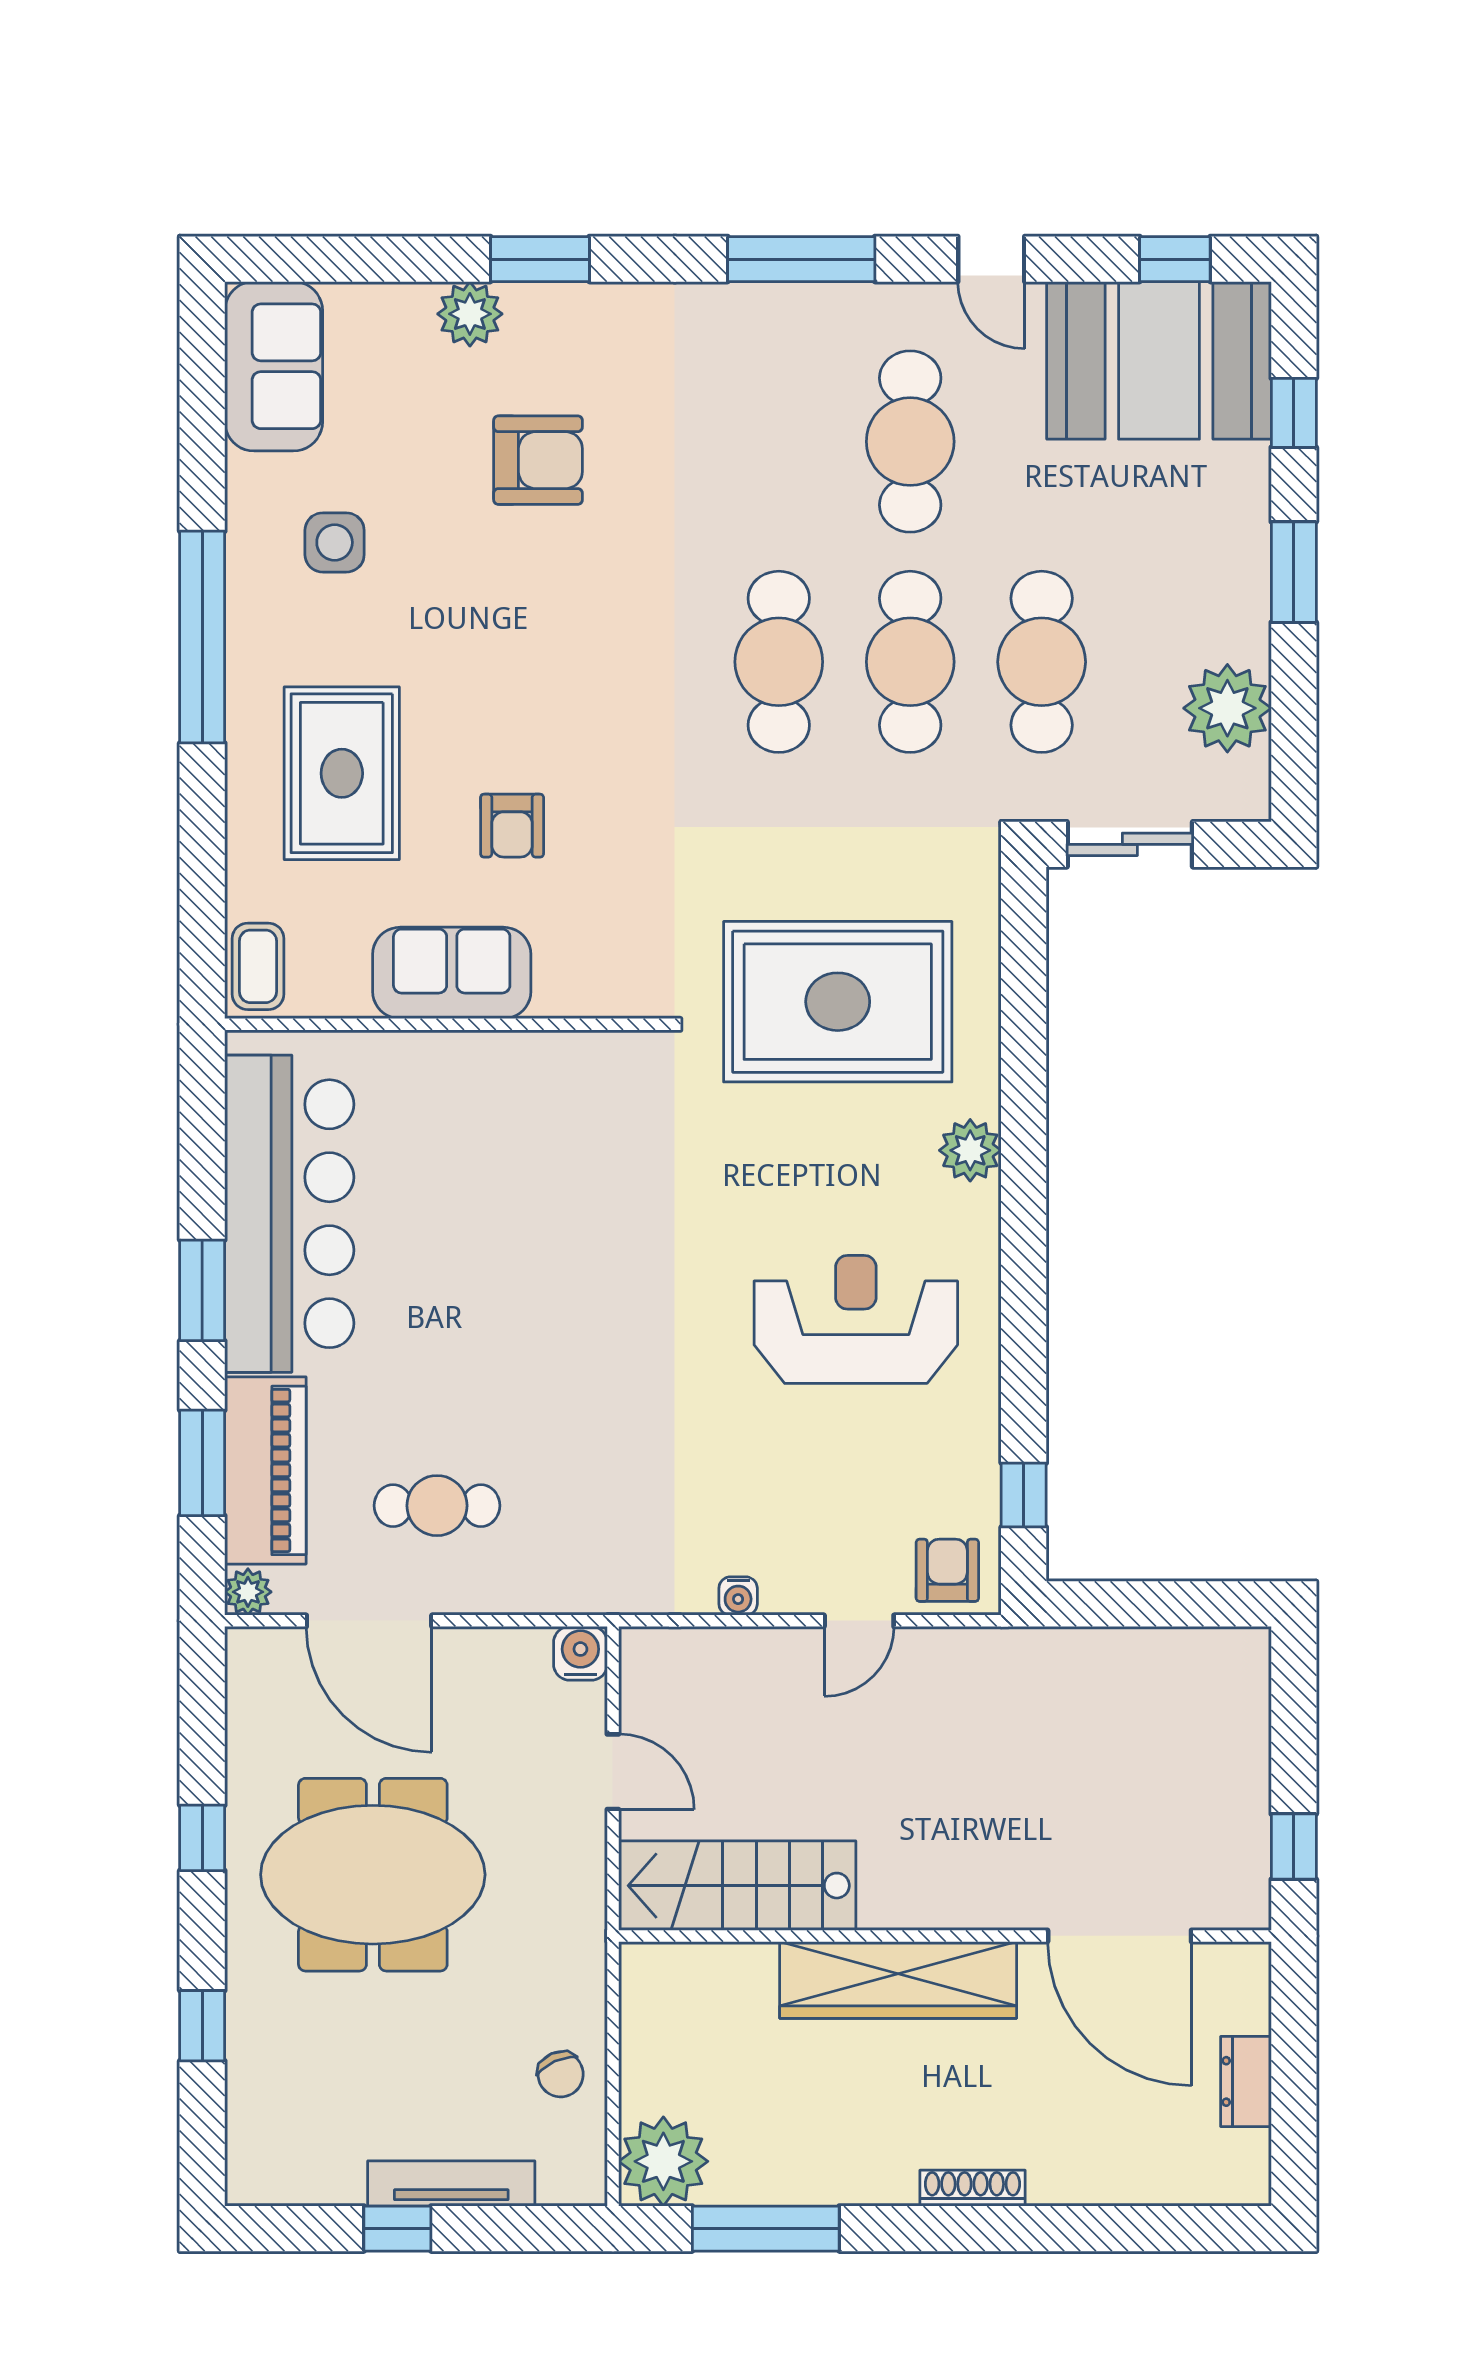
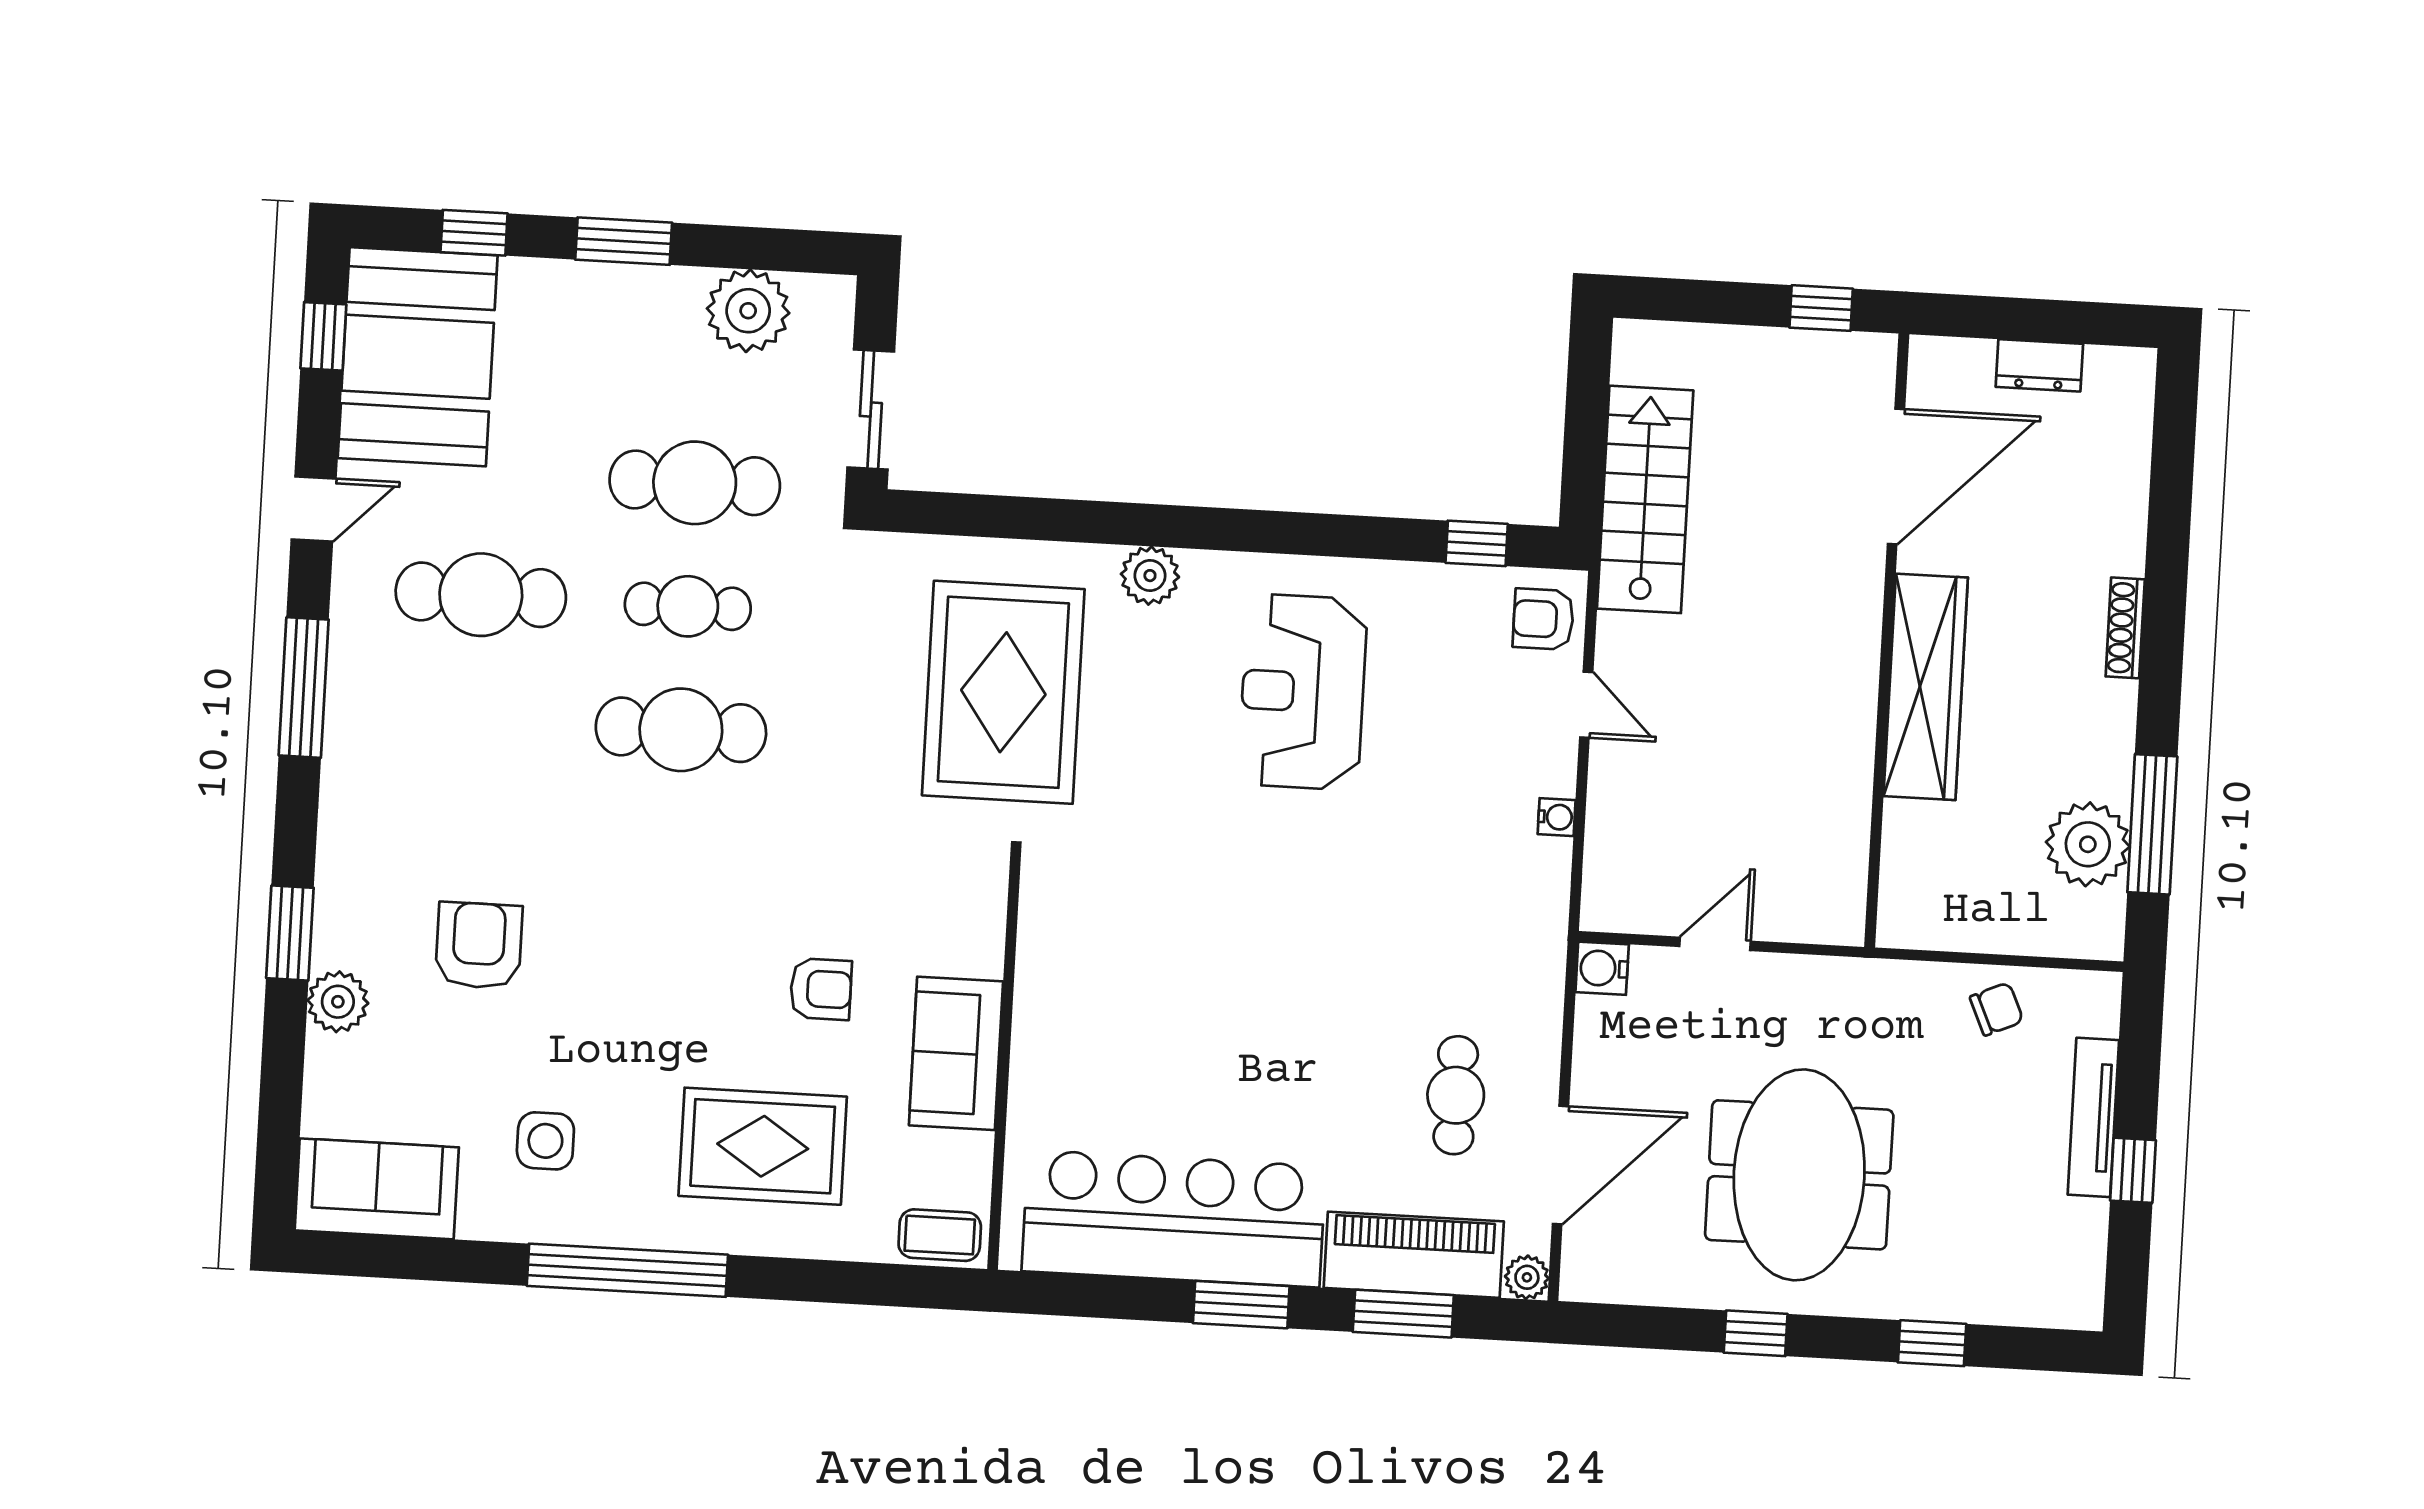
cafe table: (910, 662) -> (688, 606), width x0.73, depth x0.74
stairs: (737, 1886) -> (1645, 499), moved, turned 180
plant: (663, 2161) -> (2088, 844), moved

